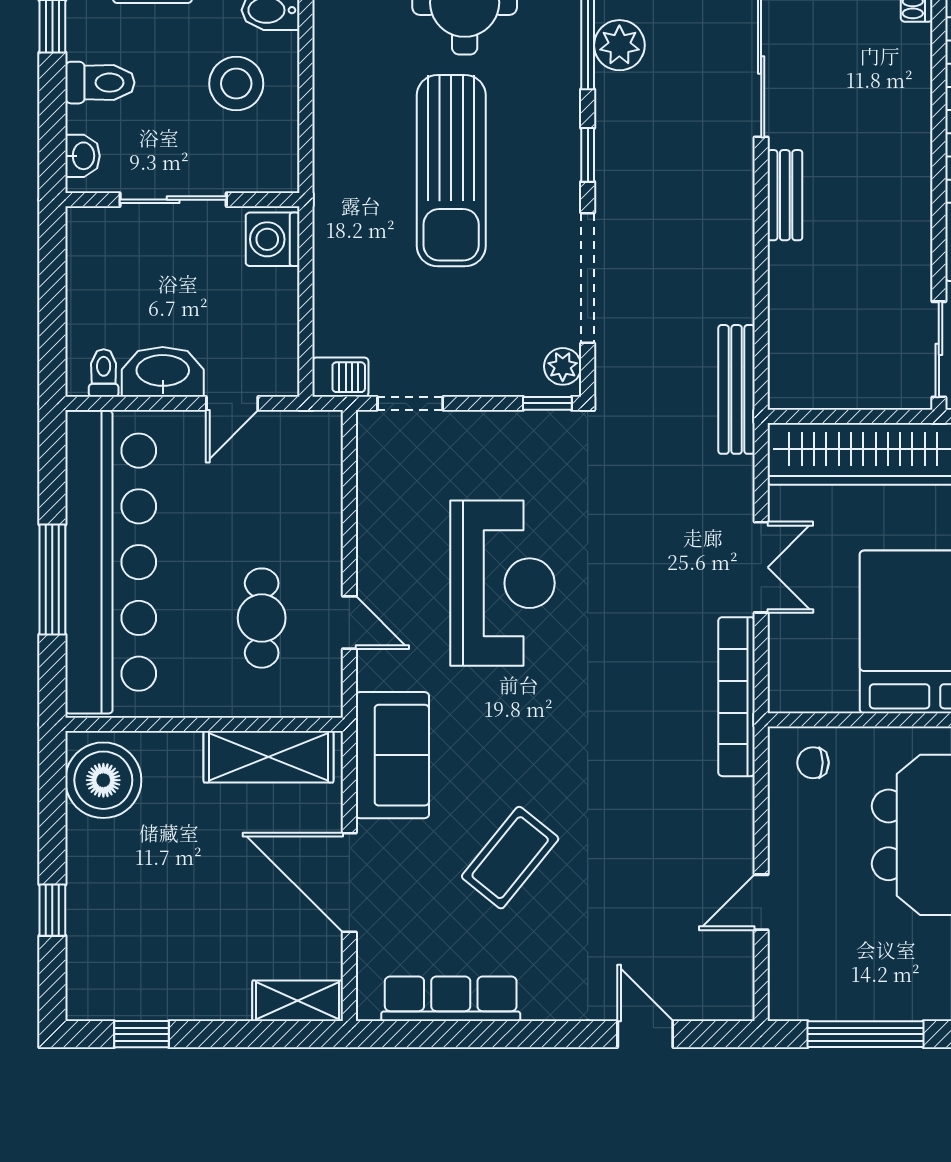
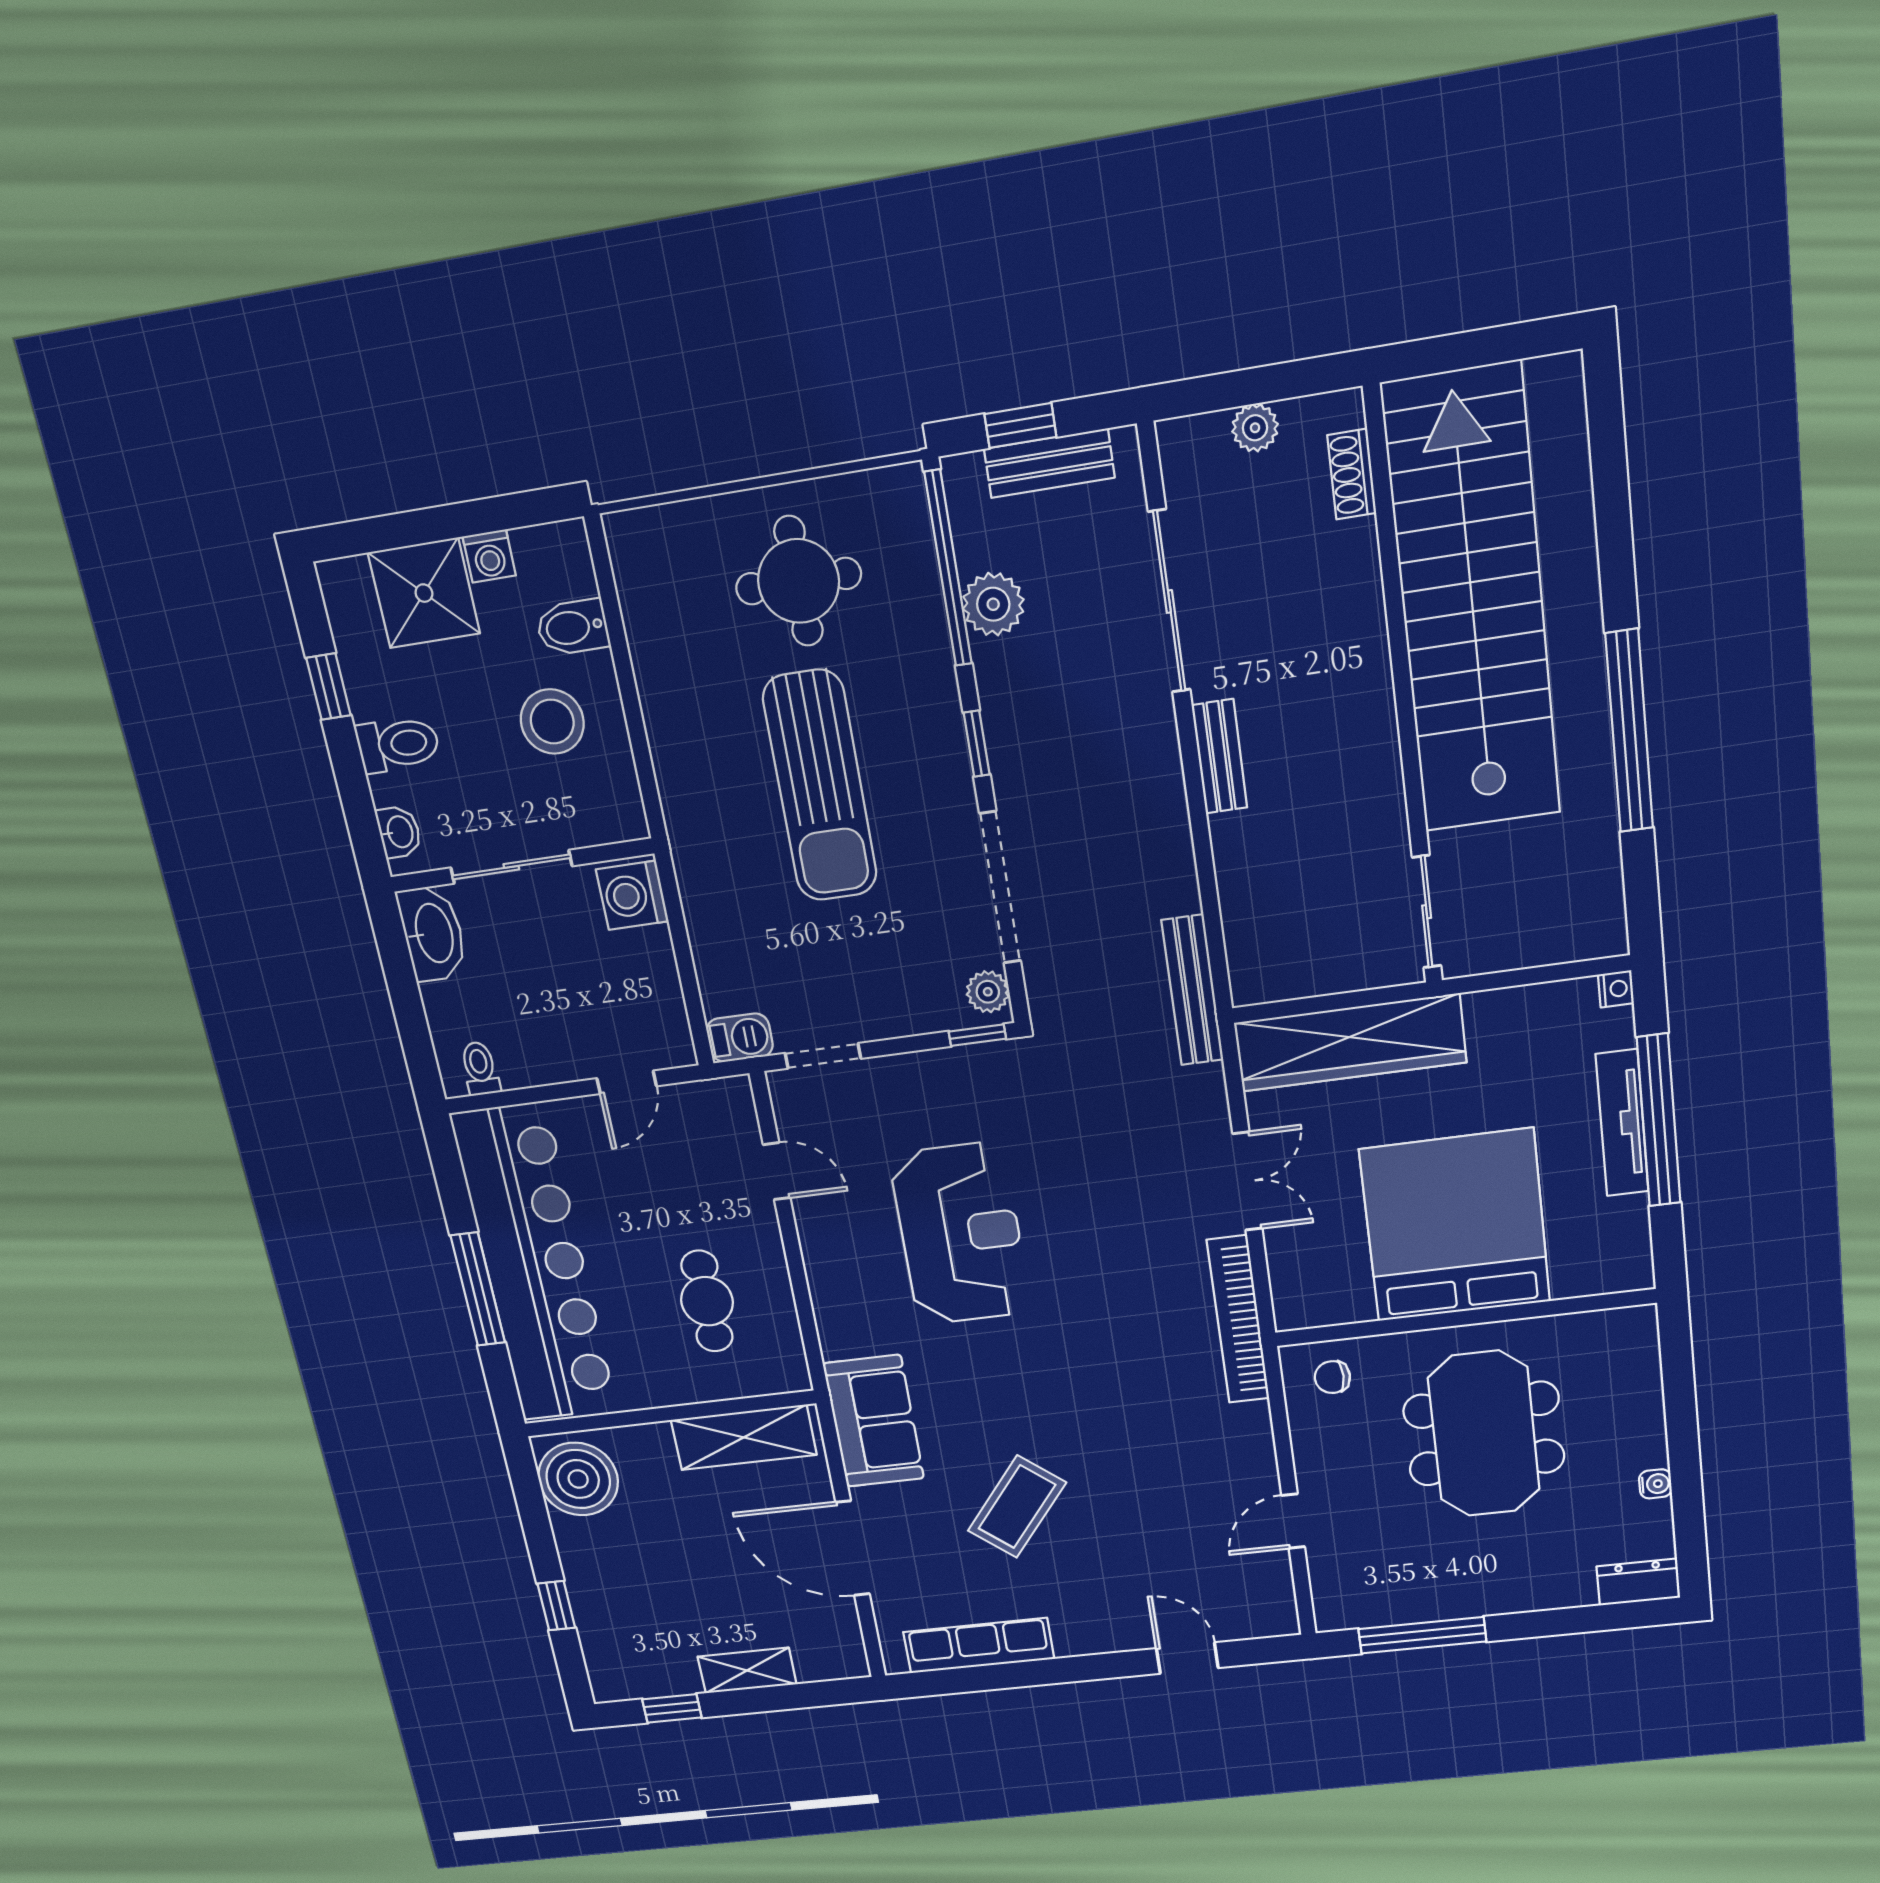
washbasin: (163, 372) -> (433, 933), moved, turned 90
door: (349, 622) -> (777, 1171), moved
shelving: (298, 1001) -> (747, 1670), moved

